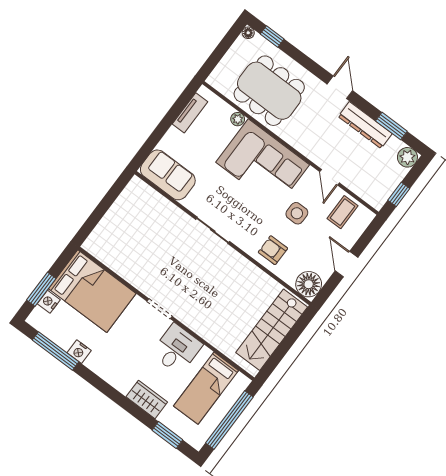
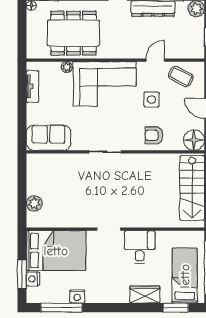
door: (330, 177) -> (155, 60), swing flipped
coffee table: (342, 212) -> (181, 76), turned -63
plant: (105, 229) -> (34, 203), added
bed: (206, 388) -> (185, 276), moved, turned 180

